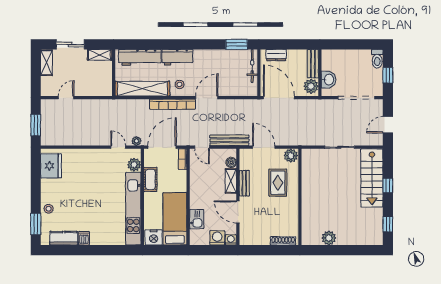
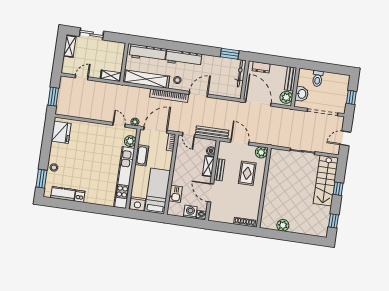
shelving: (100, 55) -> (111, 76), moved
workbench: (177, 57) -> (184, 58), width x1.37
toilet: (377, 59) -> (318, 79), moved

